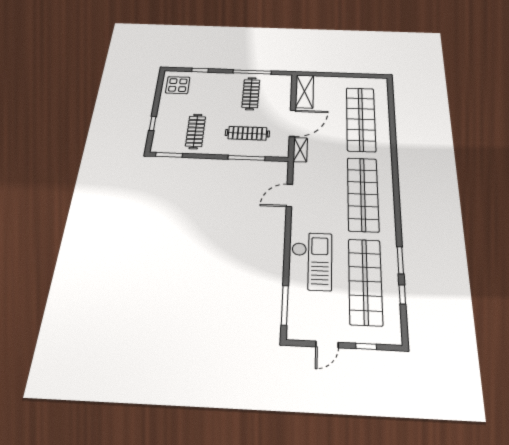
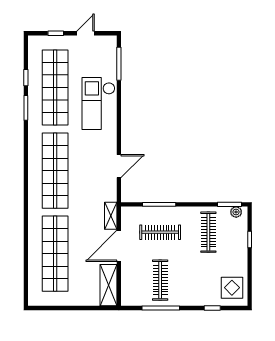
plant: (163, 148) -> (236, 212), added

